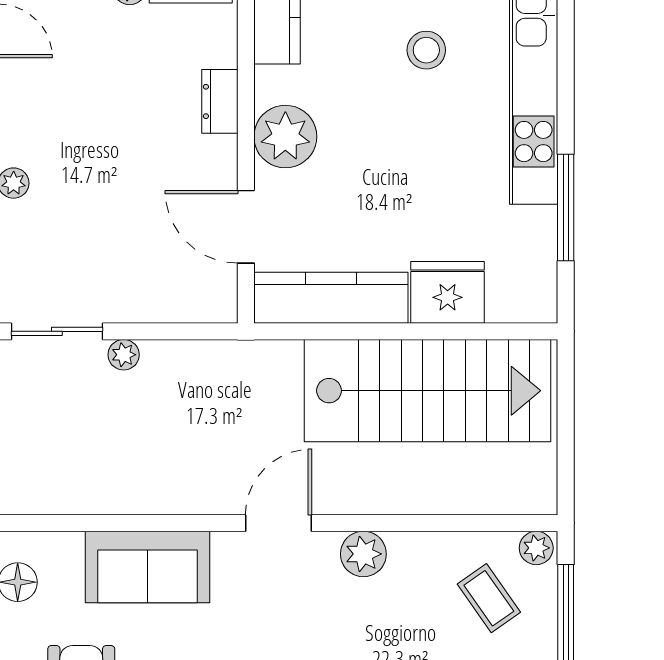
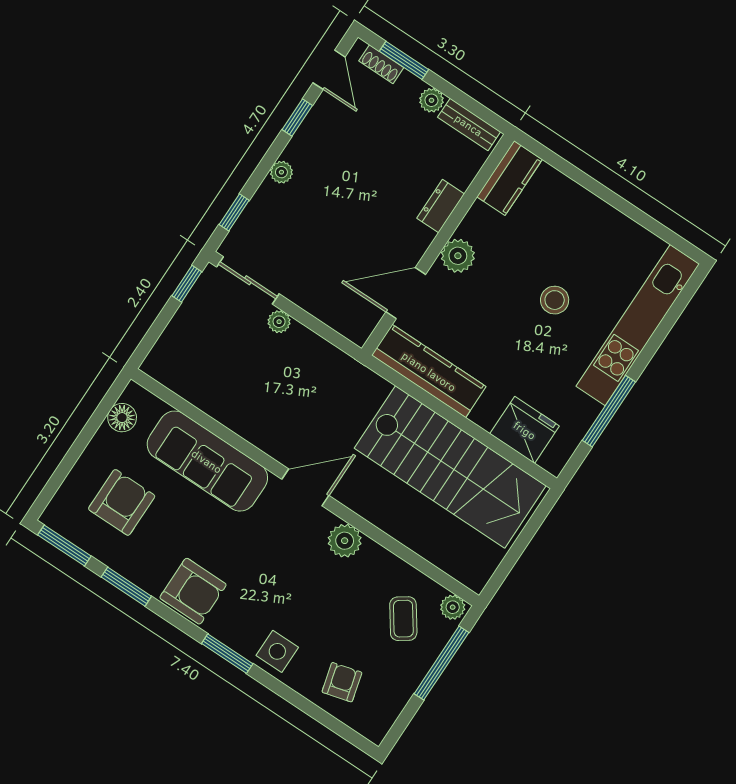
stool: (426, 50) -> (555, 300), moved
plant: (285, 137) -> (458, 256), width x0.73, depth x0.73
door: (246, 227) -> (406, 293), hinge flipped
fridge: (448, 292) -> (525, 430), moved
sofa: (147, 567) -> (207, 461), width x1.36

